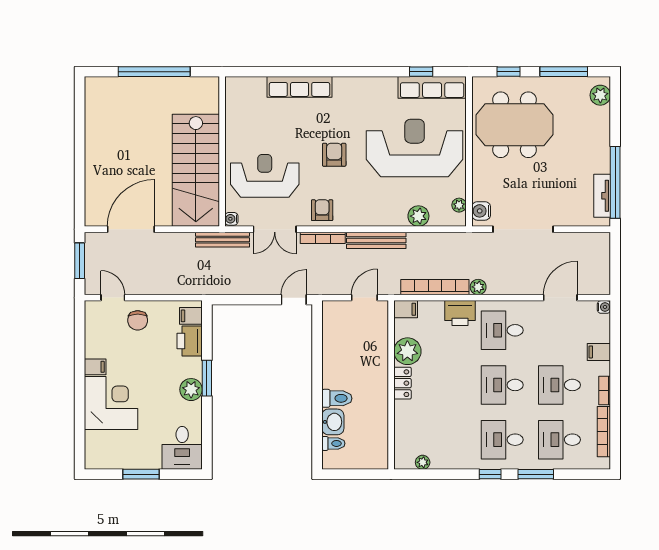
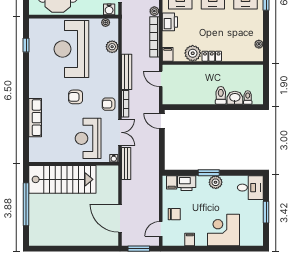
row of seats: (432, 87) -> (35, 39), removed
stairs: (196, 170) -> (62, 179), moved
filing cabinet: (95, 367) -> (190, 239), moved

